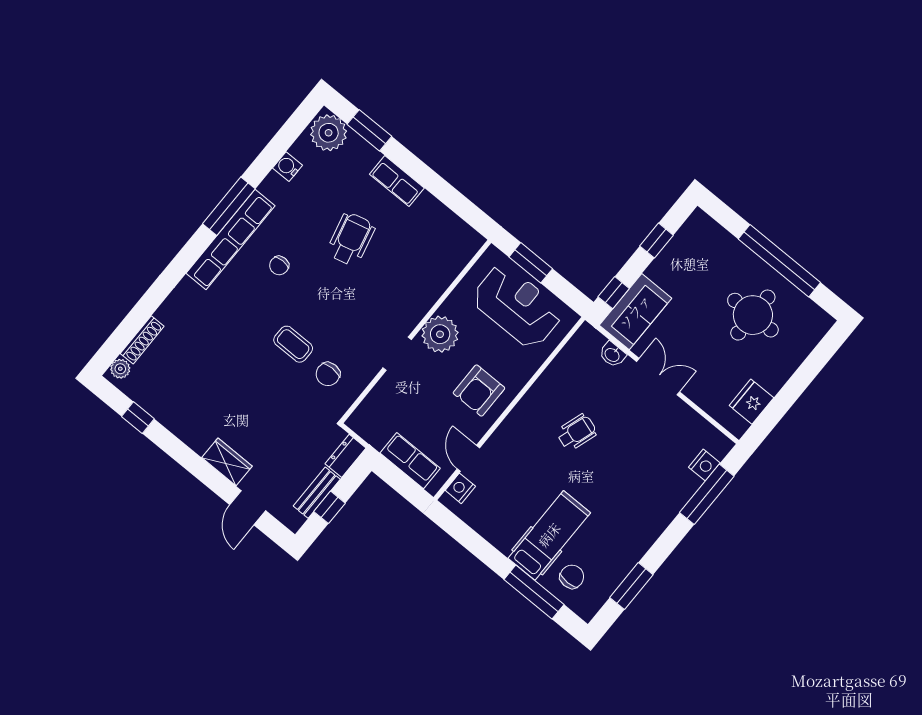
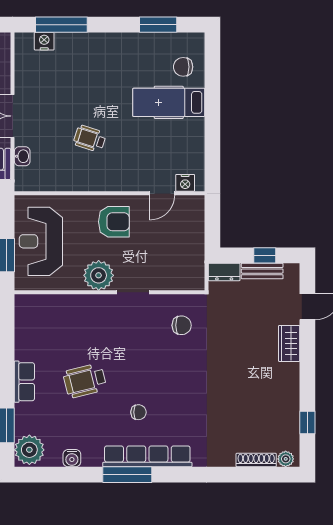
coffee table: (293, 344) -> (181, 363), removed
row of seats: (410, 461) -> (194, 229), removed
window: (534, 592) -> (212, 83), removed

